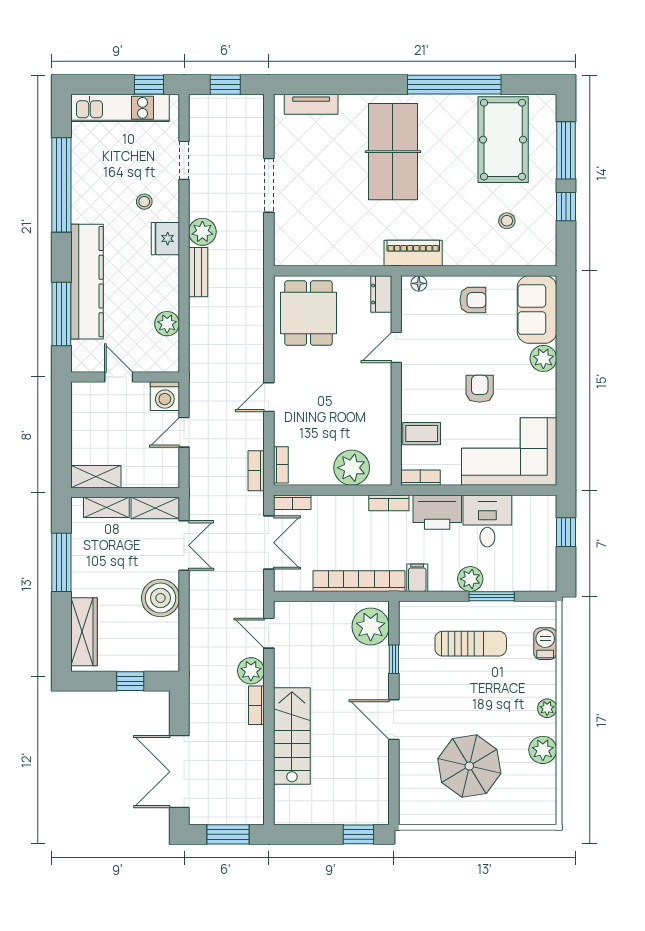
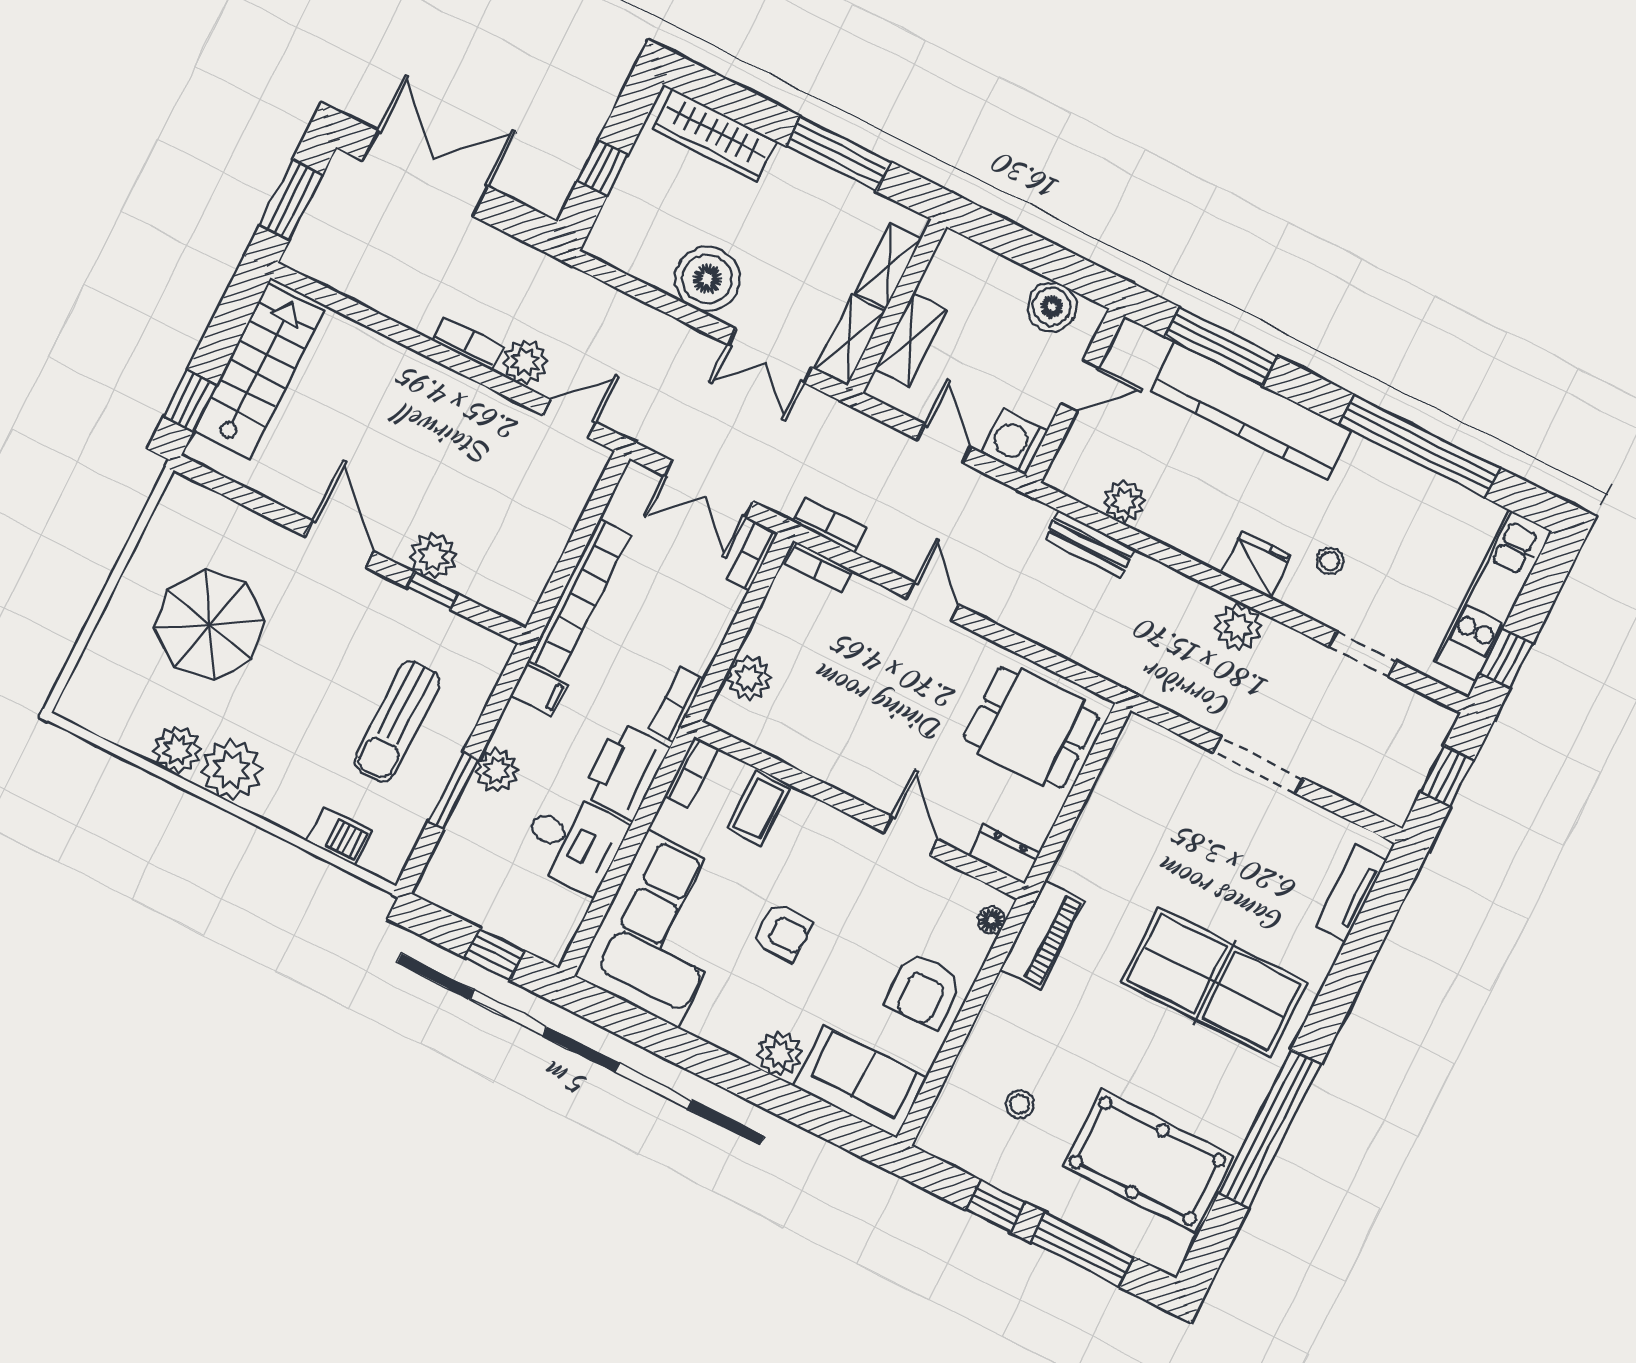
bench: (198, 272) -> (1090, 544), moved
armchair: (473, 300) -> (924, 990), width x1.38, depth x1.38
boiler: (85, 412) -> (1052, 307), added
plant: (352, 468) -> (749, 678), width x0.73, depth x0.73
shelving: (96, 477) -> (911, 340), moved
plant: (371, 627) -> (433, 556), moved, width x0.73, depth x0.73
plant: (547, 708) -> (232, 770), width x1.87, depth x1.87
door: (394, 720) -> (339, 544), hinge flipped
stairs: (292, 736) -> (259, 371), moved, turned -90

